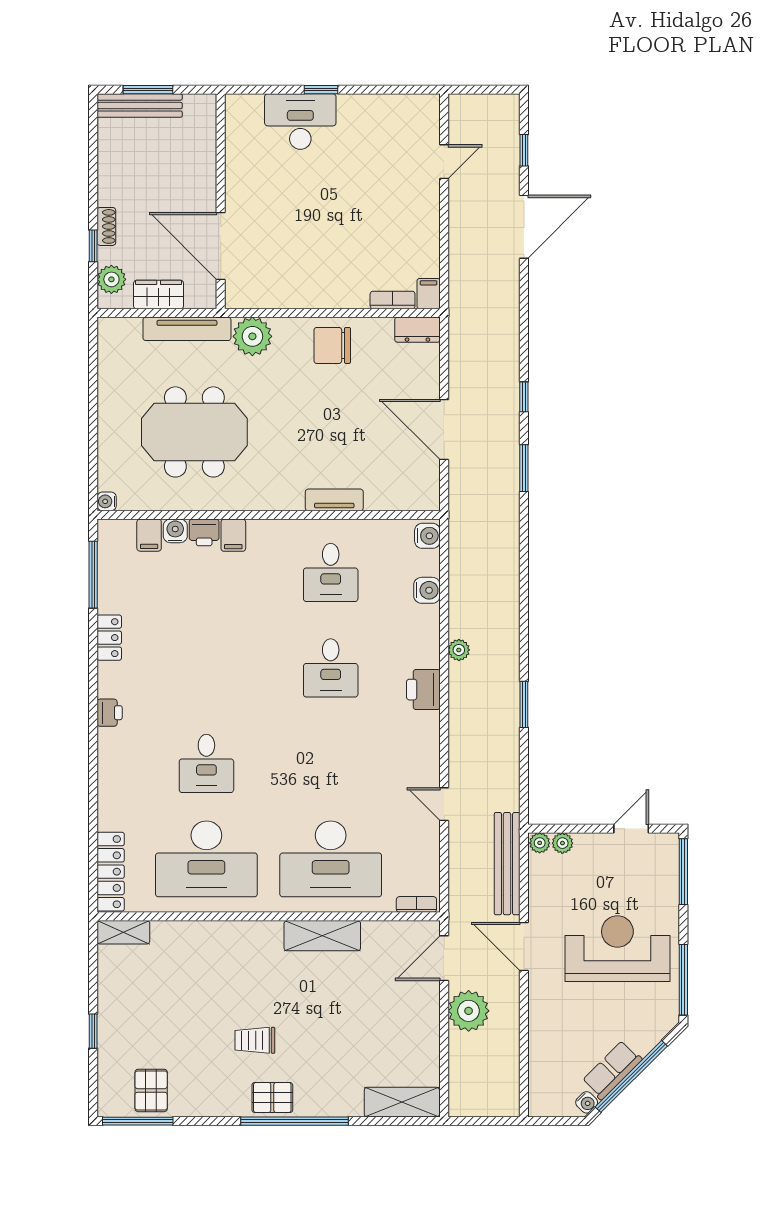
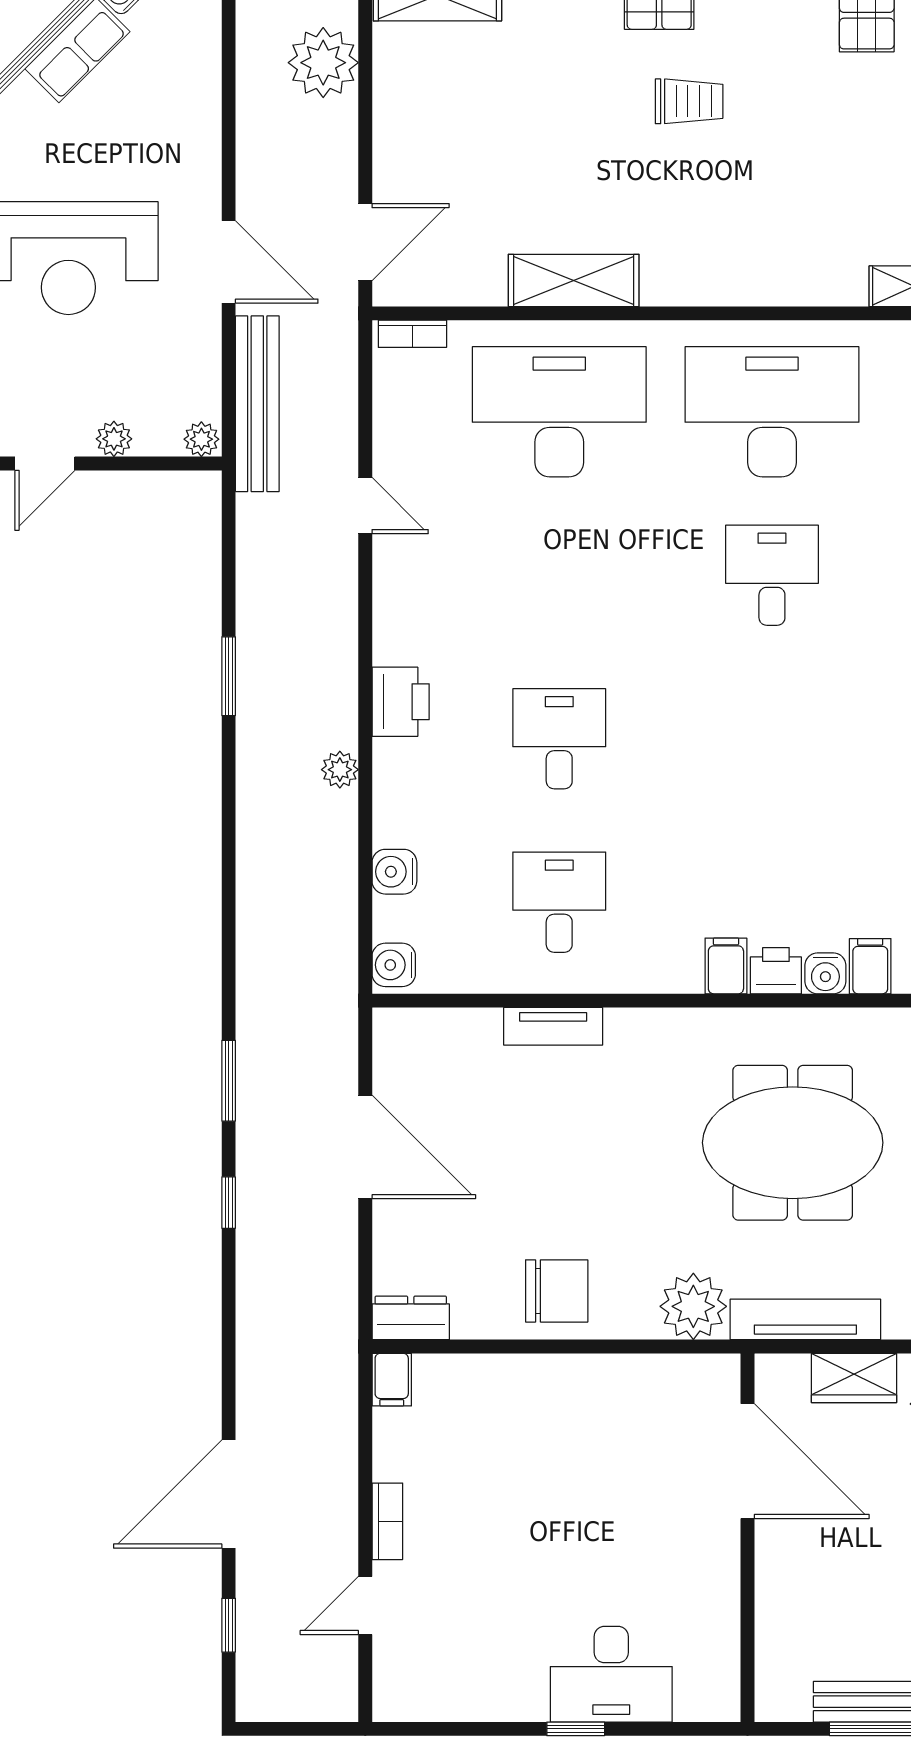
bookcase: (393, 300) -> (387, 1521), moved, turned -90
plant: (562, 843) -> (114, 439), moved
plant: (469, 1011) -> (323, 63), moved

